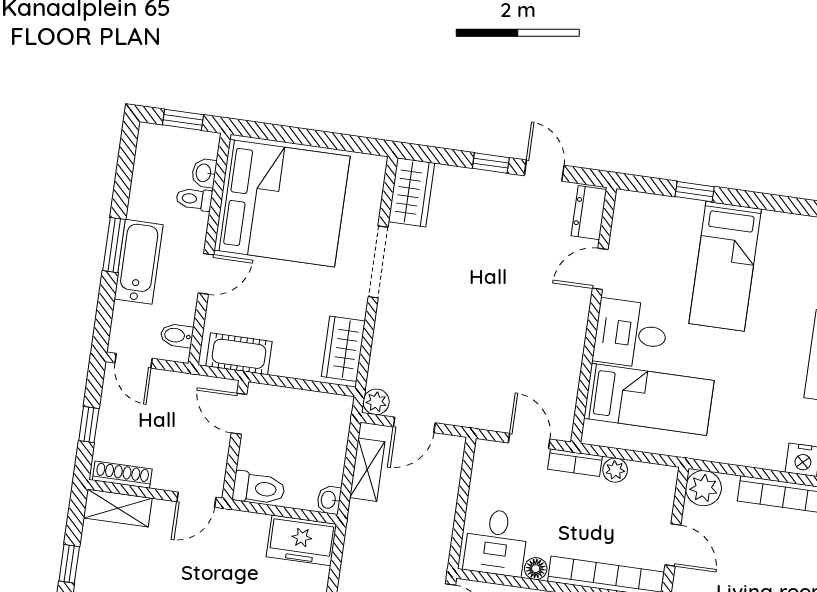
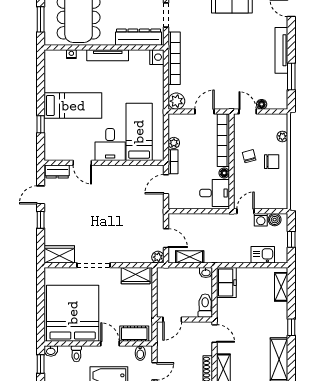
washbasin: (204, 173) -> (51, 351), moved
cot: (239, 354) -> (134, 334), moved, turned 90

